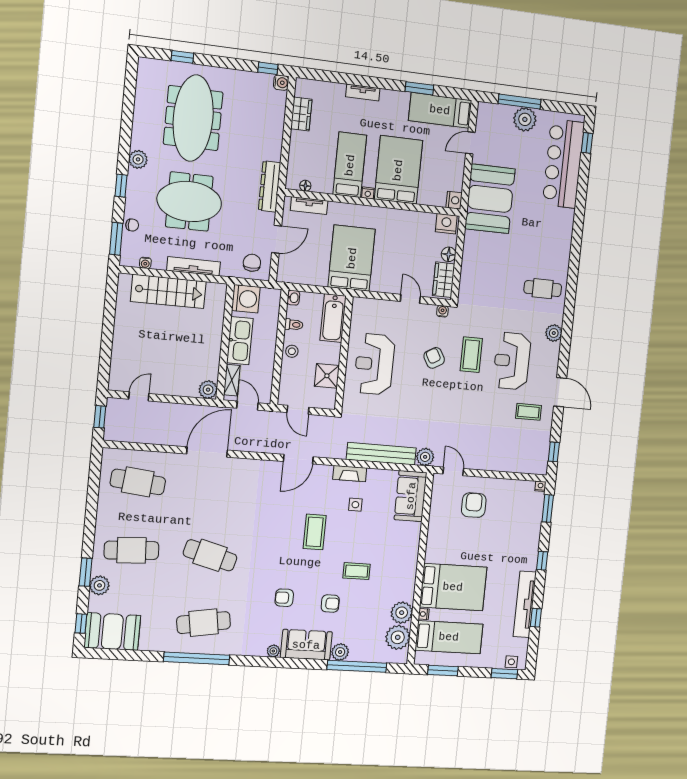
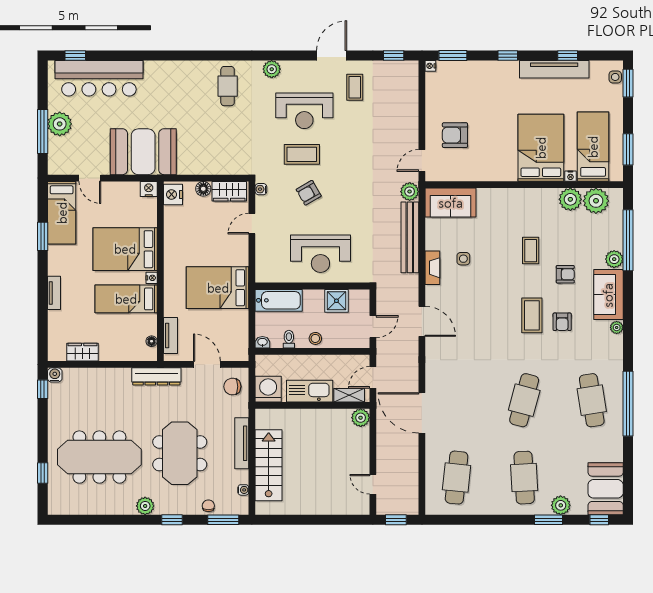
coffee table: (315, 532) -> (532, 315), moved, turned 90
armchair: (330, 603) -> (565, 274), turned 90

